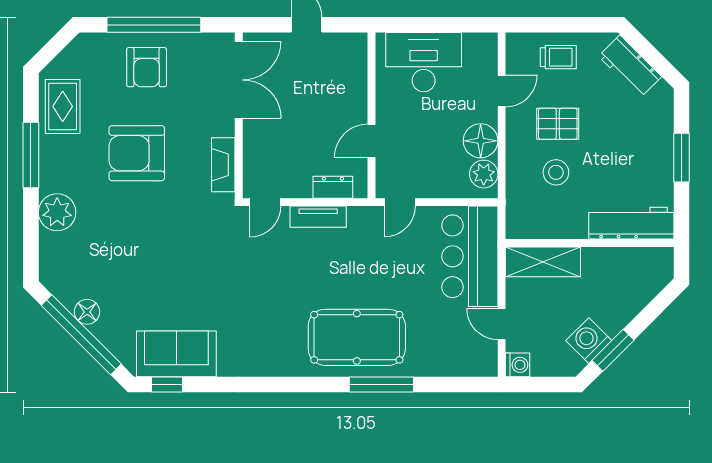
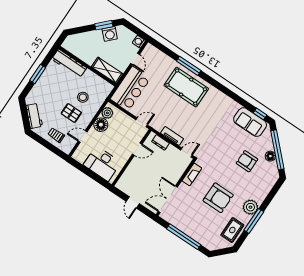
armchair: (147, 67) -> (247, 161), moved, turned -90
plant: (57, 212) -> (250, 207), moved

